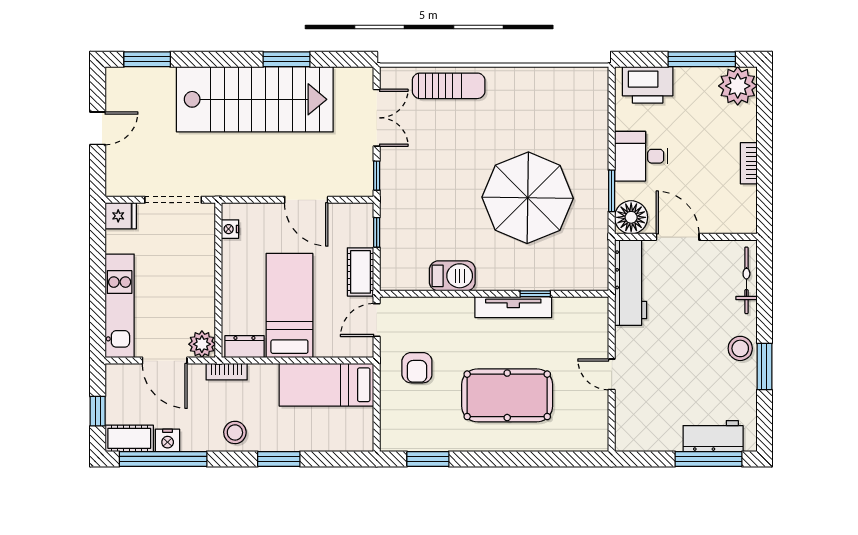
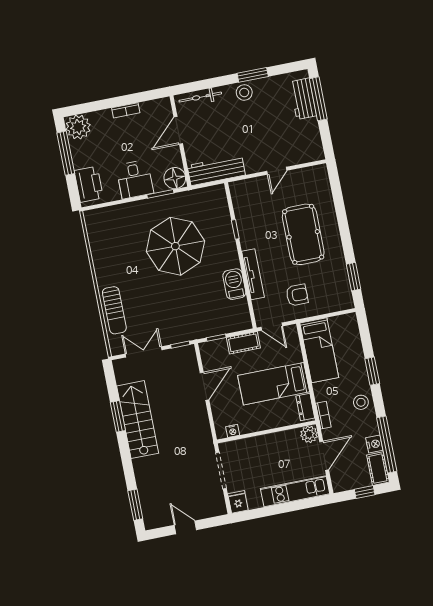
sun lounger: (449, 86) -> (114, 310), turned 180
stairs: (255, 99) -> (138, 420), width x0.73, depth x0.66
door: (678, 237) -> (178, 130), moved
tv unit: (513, 307) -> (253, 274), moved

